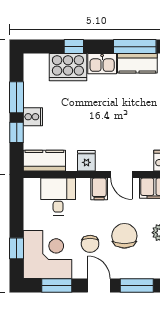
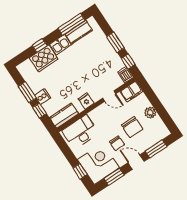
filing cabinet: (99, 189) -> (103, 111), removed
desk: (58, 197) -> (80, 132), width x1.37
chair: (124, 236) -> (132, 127), turned 180

